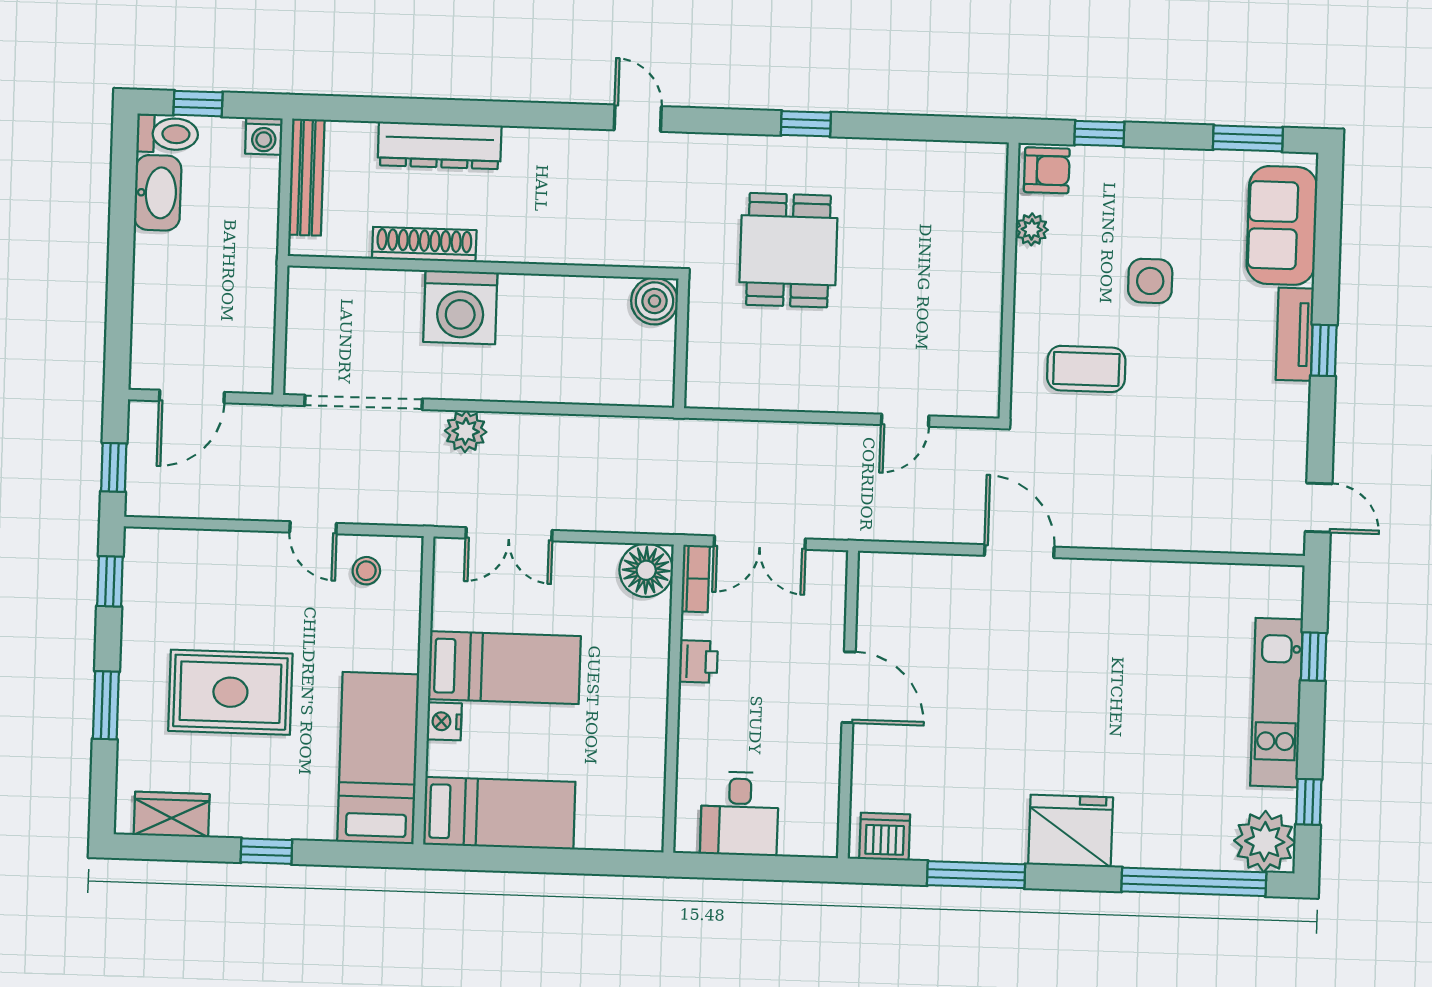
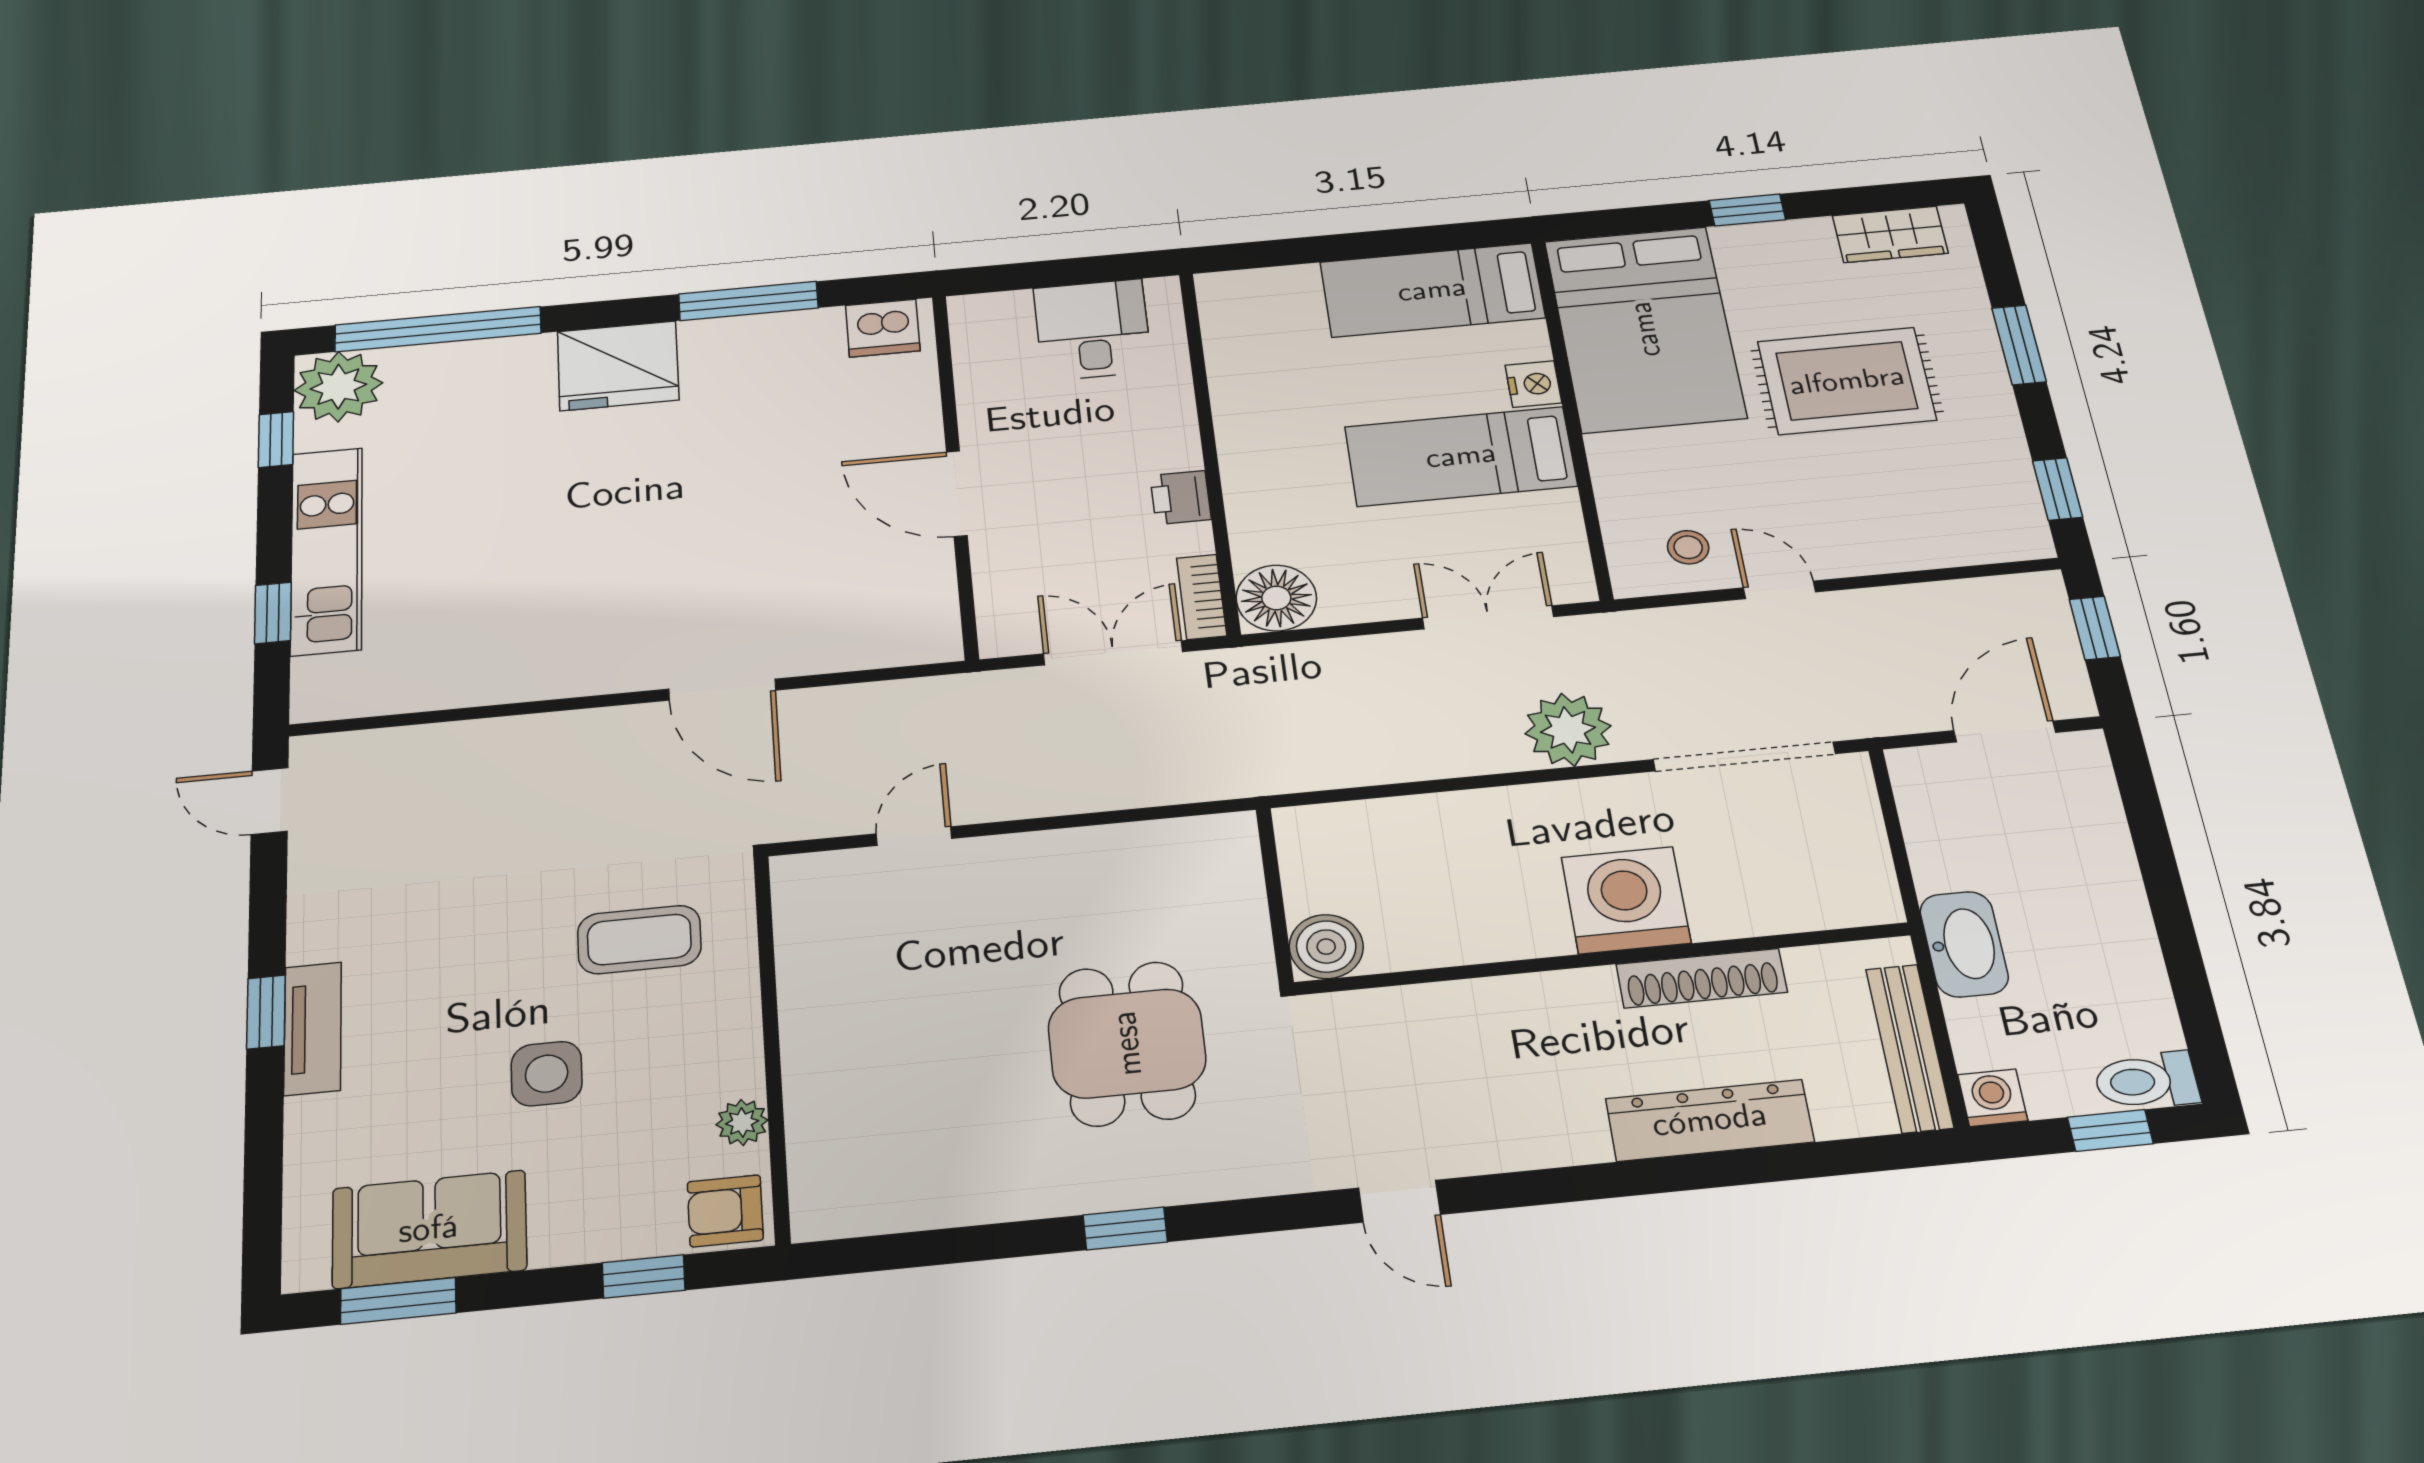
washbasin: (158, 193) -> (1964, 944), moved, turned 180
sofa: (1282, 225) -> (429, 1229), moved, turned -90
plant: (466, 431) -> (1568, 730), width x1.36, depth x1.36
bed: (378, 758) -> (1645, 329), width x1.50

